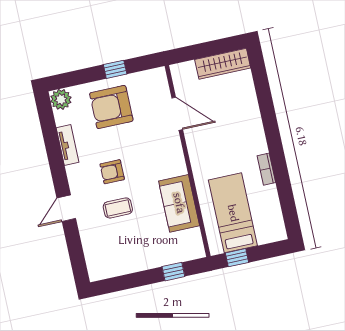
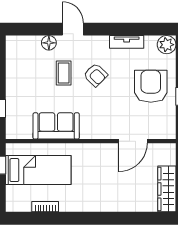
bookcase: (266, 169) -> (45, 207), moved
armchair: (112, 172) -> (96, 75), turned 135
floor lamp: (88, 232) -> (49, 43), added

